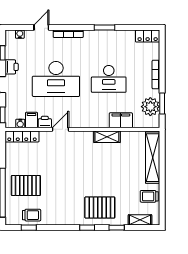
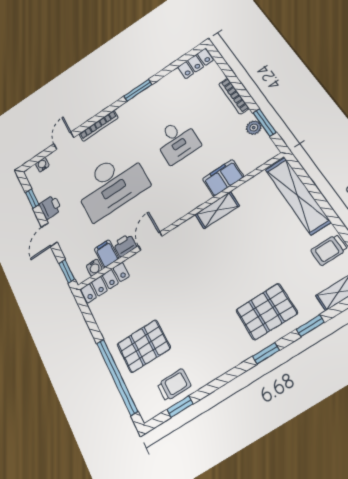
desk: (109, 79) -> (177, 141), width x0.73
plant: (150, 107) -> (254, 128), width x0.53, depth x0.53

